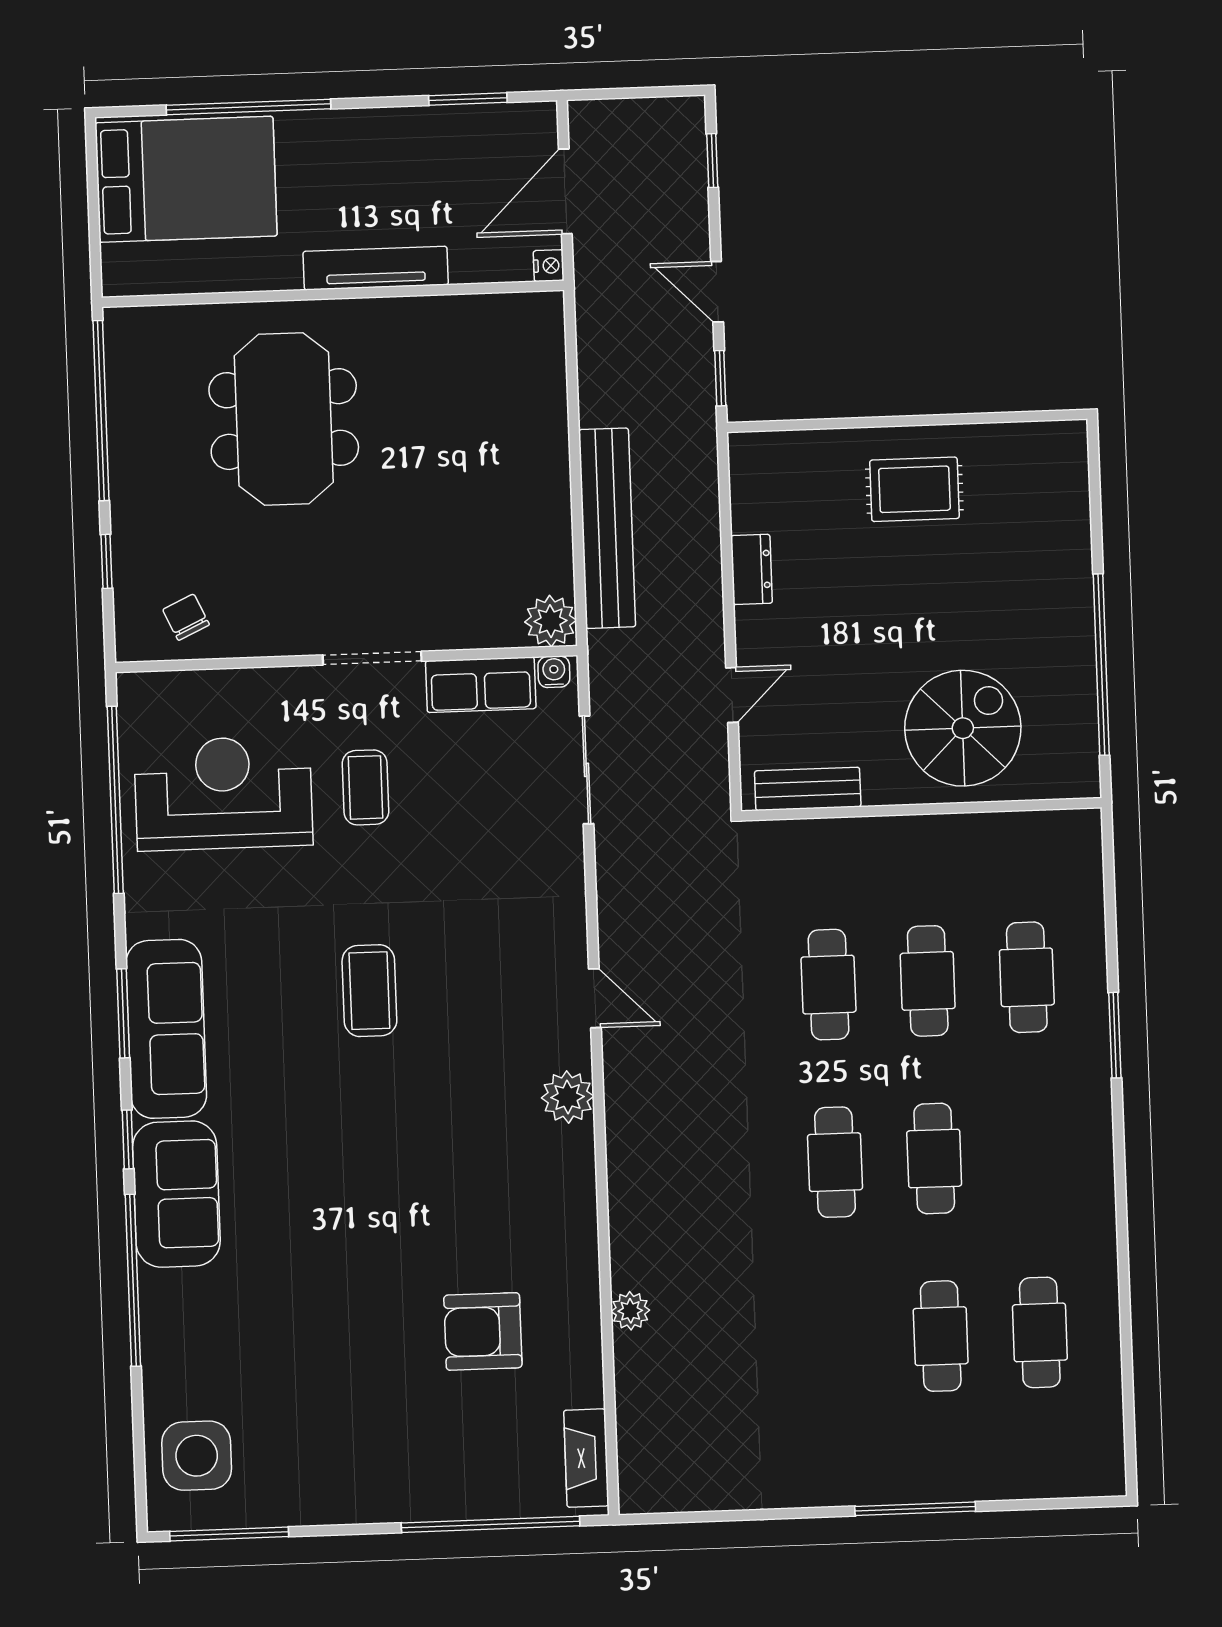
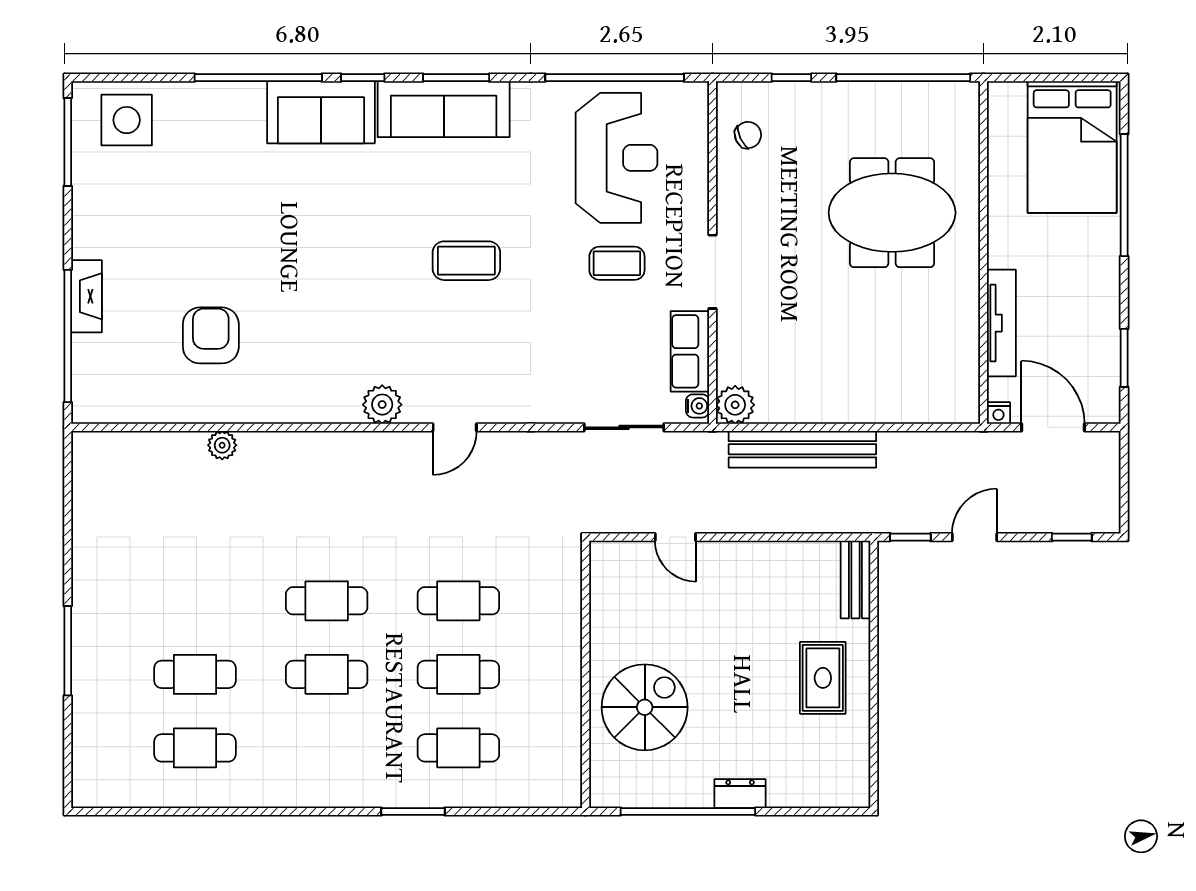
tv unit: (376, 268) -> (1001, 323), moved
dresser: (751, 569) -> (740, 794), moved, turned 180
spiral stairs: (963, 728) -> (645, 707), turned -90
bench: (808, 789) -> (855, 579), moved
fireplace: (586, 1458) -> (87, 296), moved, turned 90

